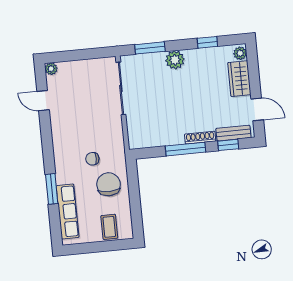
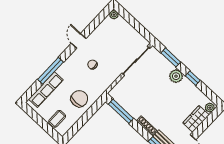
window: (207, 42) -> (193, 78), moved
door: (43, 101) -> (79, 41), moved
window: (185, 149) -> (121, 111), moved
chair: (92, 159) -> (92, 65), moved
window: (52, 189) -> (50, 71), width x1.44

